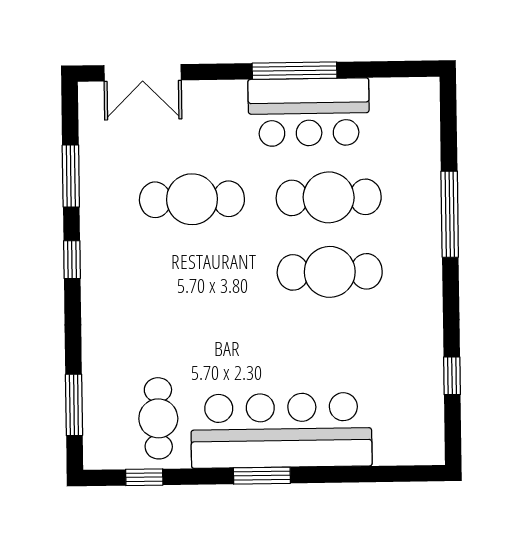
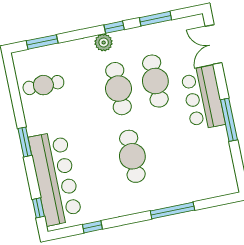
bar counter: (309, 112) -> (203, 98), moved
cafe table: (329, 197) -> (118, 89), moved
plant: (98, 286) -> (104, 43), added
bar counter: (281, 430) -> (55, 178), moved
window: (144, 477) -> (38, 208), moved

